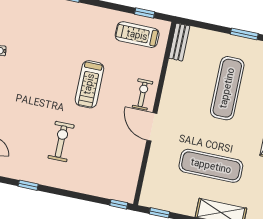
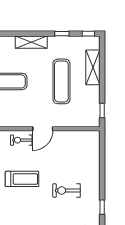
window: (119, 204) -> (102, 141), removed

